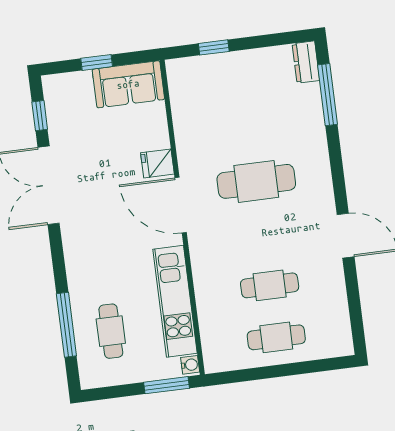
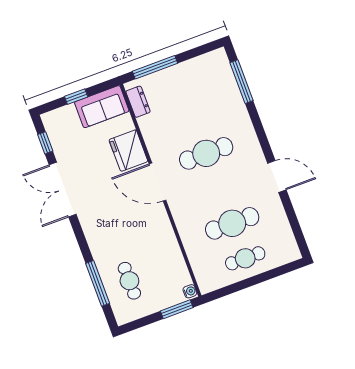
window: (214, 47) -> (155, 67), width x2.17
dresser: (306, 62) -> (138, 102), moved, turned 180
fridge: (157, 163) -> (128, 151), width x1.88, depth x1.34
cafe table: (270, 285) -> (232, 223), width x1.37, depth x1.35
kitchen unit: (175, 301) -> (169, 250), removed

